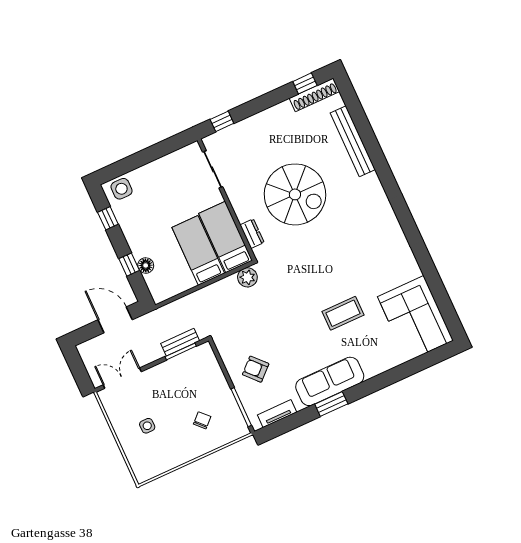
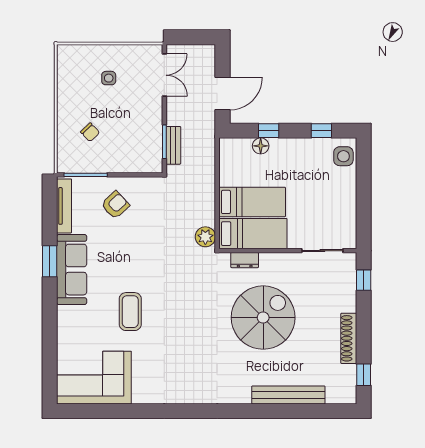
shoe rack: (314, 95) -> (349, 338), moved
spiral stairs: (295, 194) -> (263, 318), turned 180
tv unit: (277, 414) -> (64, 206), width x1.41

